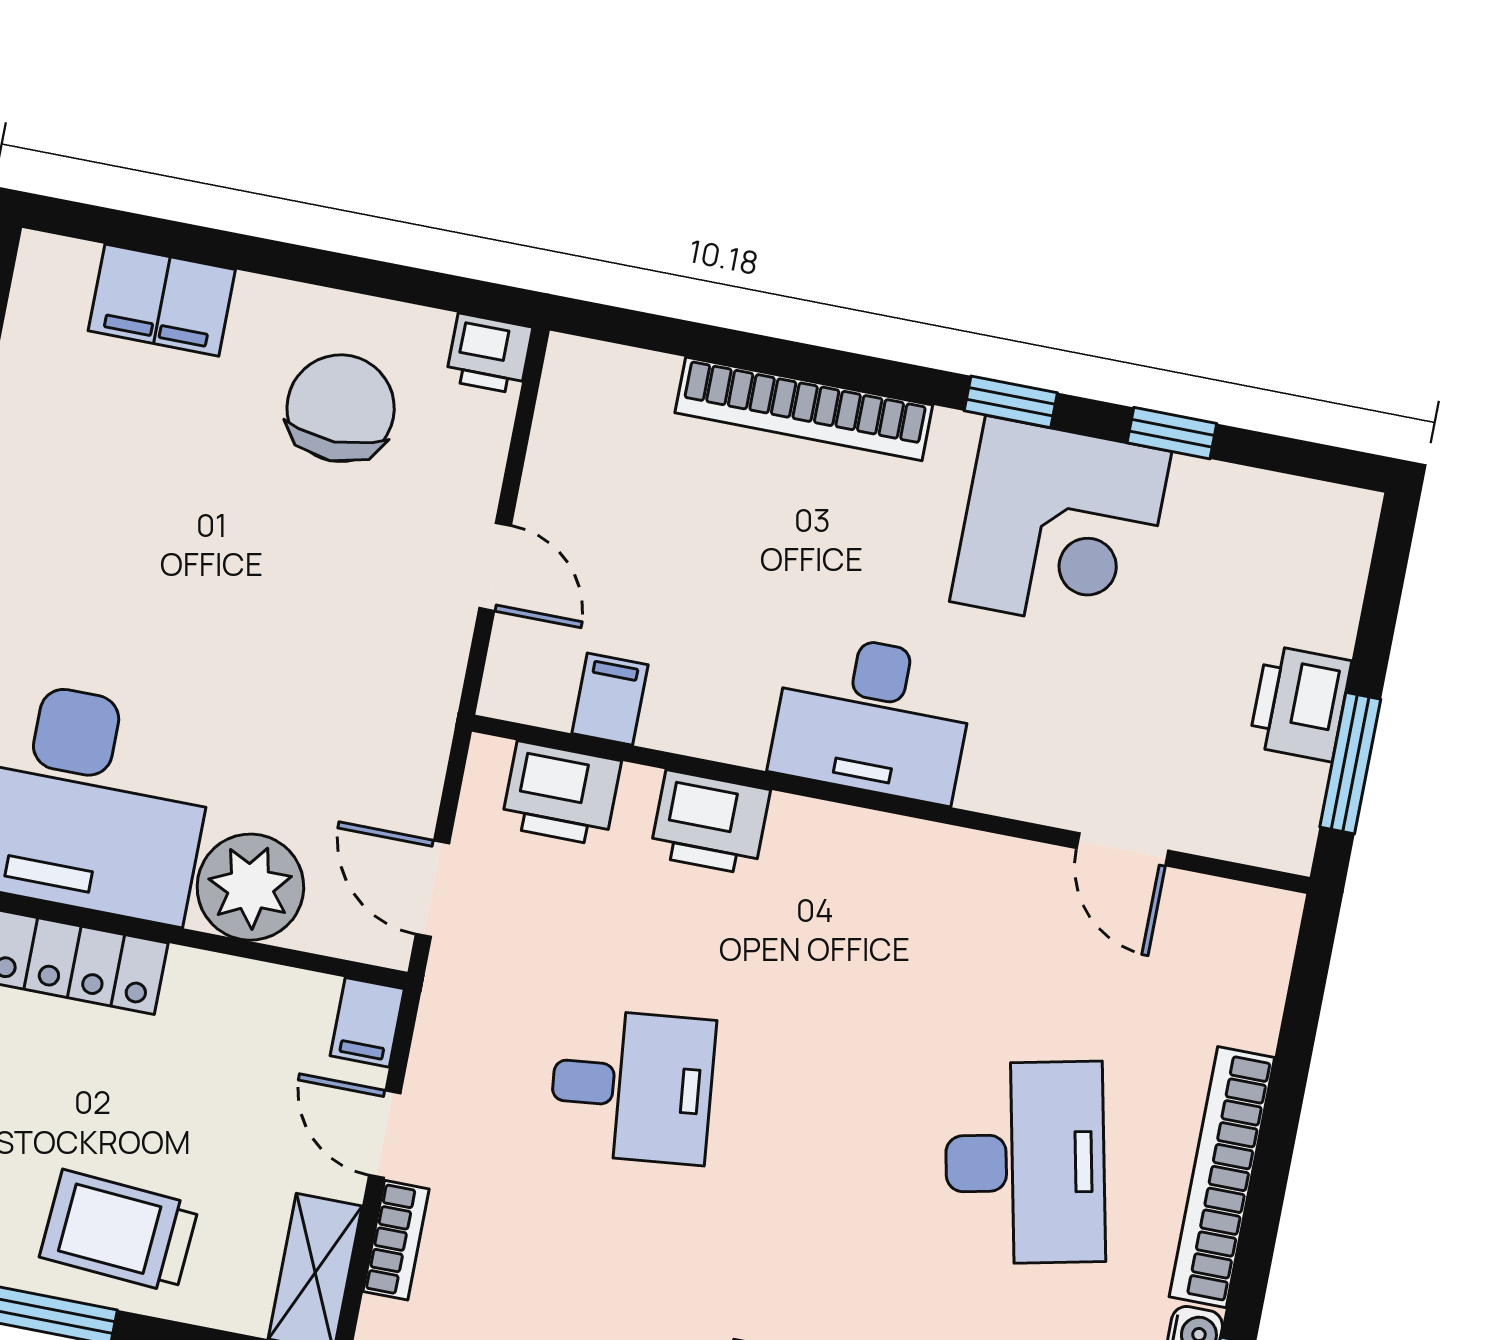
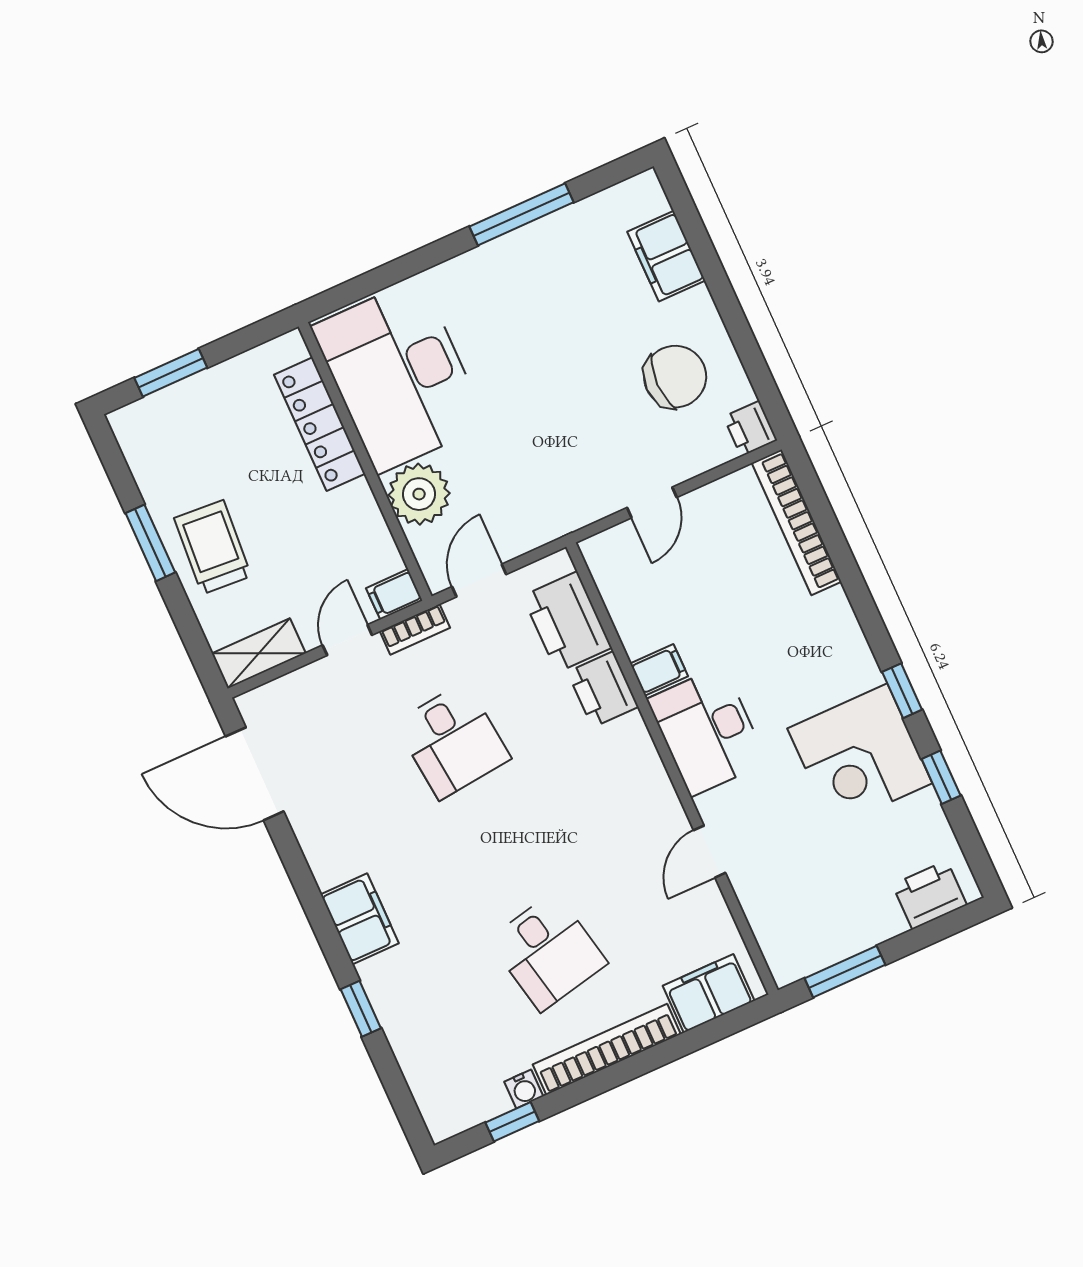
bookcase: (804, 409) -> (797, 522), moved
filing cabinet: (610, 699) -> (659, 670), moved
printer: (1300, 703) -> (930, 895), moved
printer: (561, 794) -> (567, 622), width x1.37, depth x1.19
door: (1122, 849) -> (710, 852), moved
filing cabinet: (1245, 977) -> (709, 993), added
desk: (1025, 1163) -> (548, 952), width x0.73
bookcase: (396, 1240) -> (415, 629), moved

